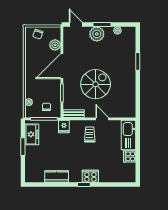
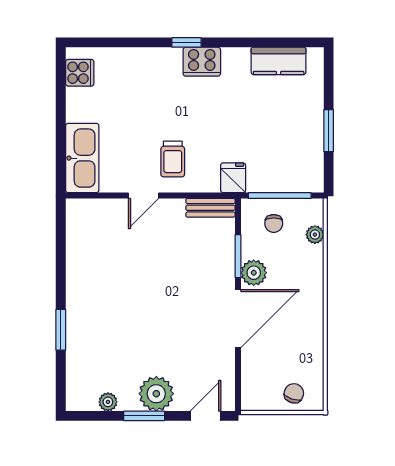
door: (76, 24) -> (205, 416), swing flipped
plant: (55, 45) -> (254, 273), moved
spiral stairs: (96, 84) -> (159, 276), removed
door: (102, 119) -> (143, 196), hinge flipped
freezer: (32, 134) -> (308, 159), removed
cooker: (130, 156) -> (80, 73), moved
cooker: (90, 176) -> (202, 62), moved
kitchen counter: (57, 177) -> (279, 61), moved

